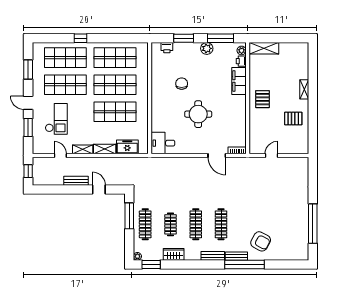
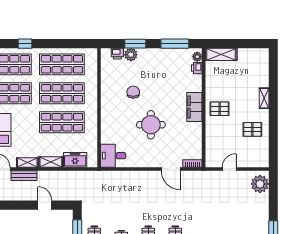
plant: (207, 48) -> (131, 55), moved
filing cabinet: (239, 81) -> (194, 107), moved
pallet: (262, 99) -> (220, 109), turned 90
plant: (300, 170) -> (260, 184), added
bench: (76, 181) -> (24, 176), moved

